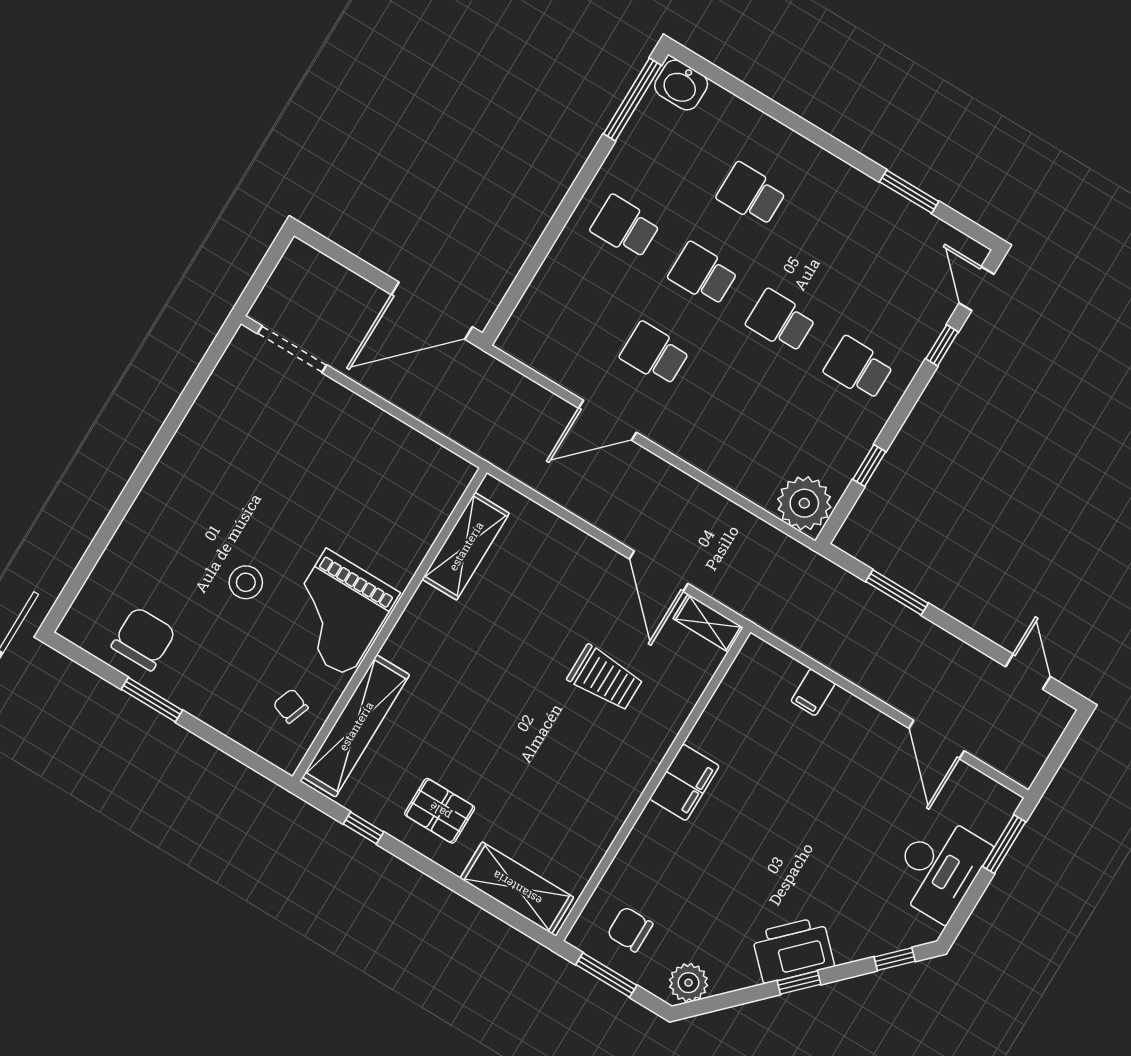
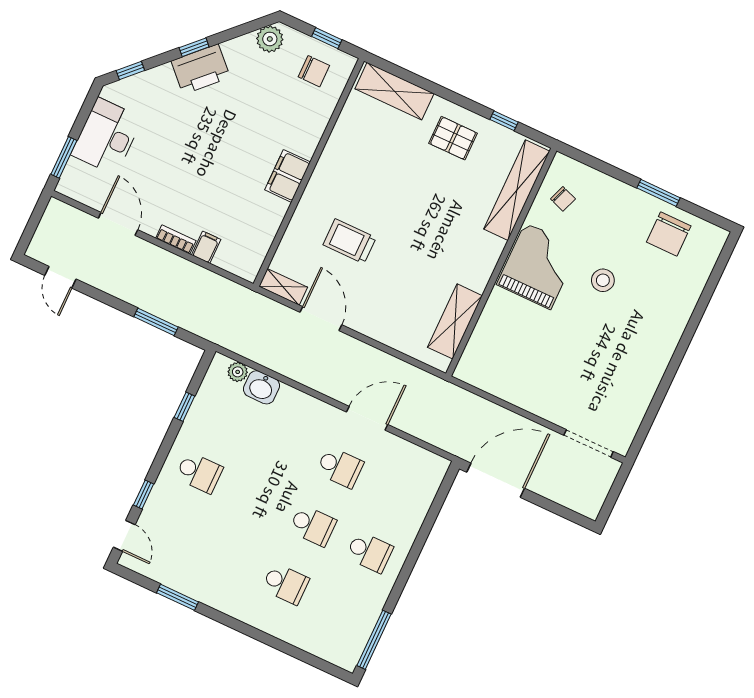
washbasin: (681, 85) -> (261, 387), moved, turned 180
school desk: (781, 321) -> (256, 499), removed
plant: (804, 503) -> (238, 372), width x0.53, depth x0.53
bookcase: (856, 708) -> (176, 239), added
window: (606, 975) -> (327, 38), width x0.67

